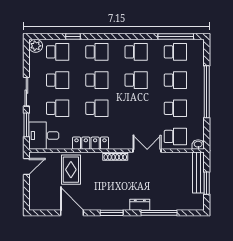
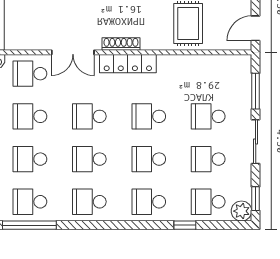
window: (26, 54) -> (256, 199), added
school desk: (136, 108) -> (89, 116), added
desk: (44, 136) -> (229, 75), removed
locker: (90, 143) -> (128, 64), moved

